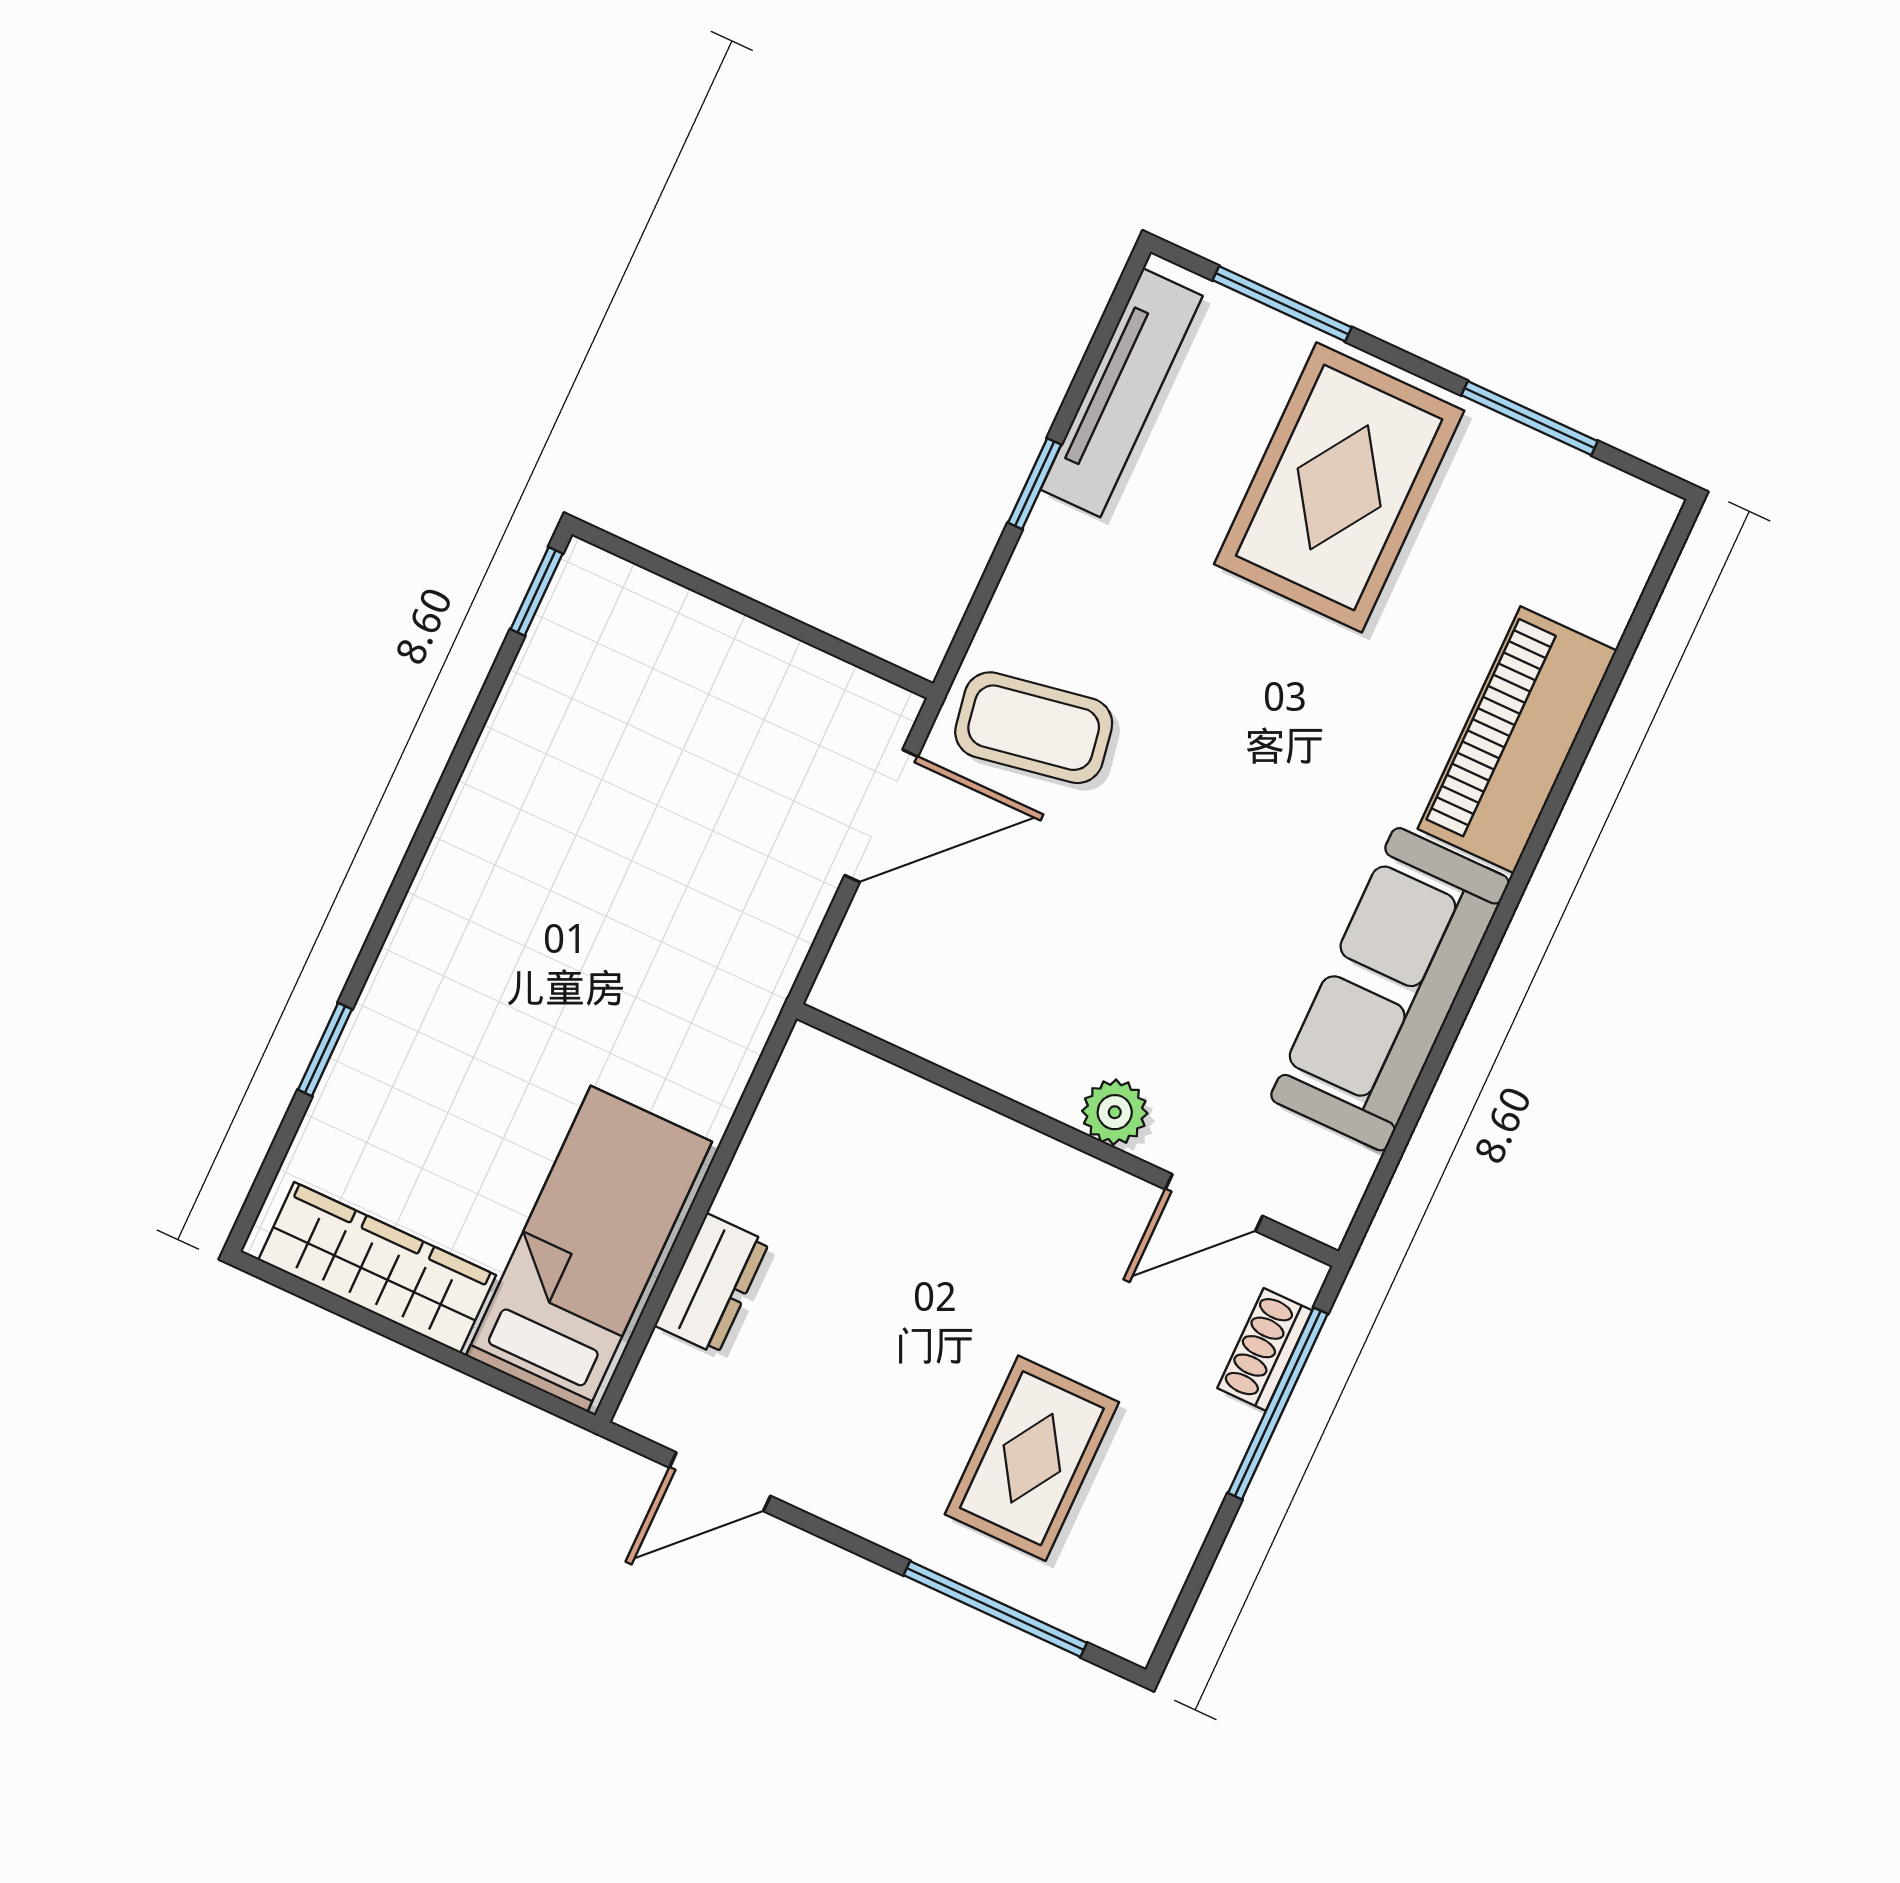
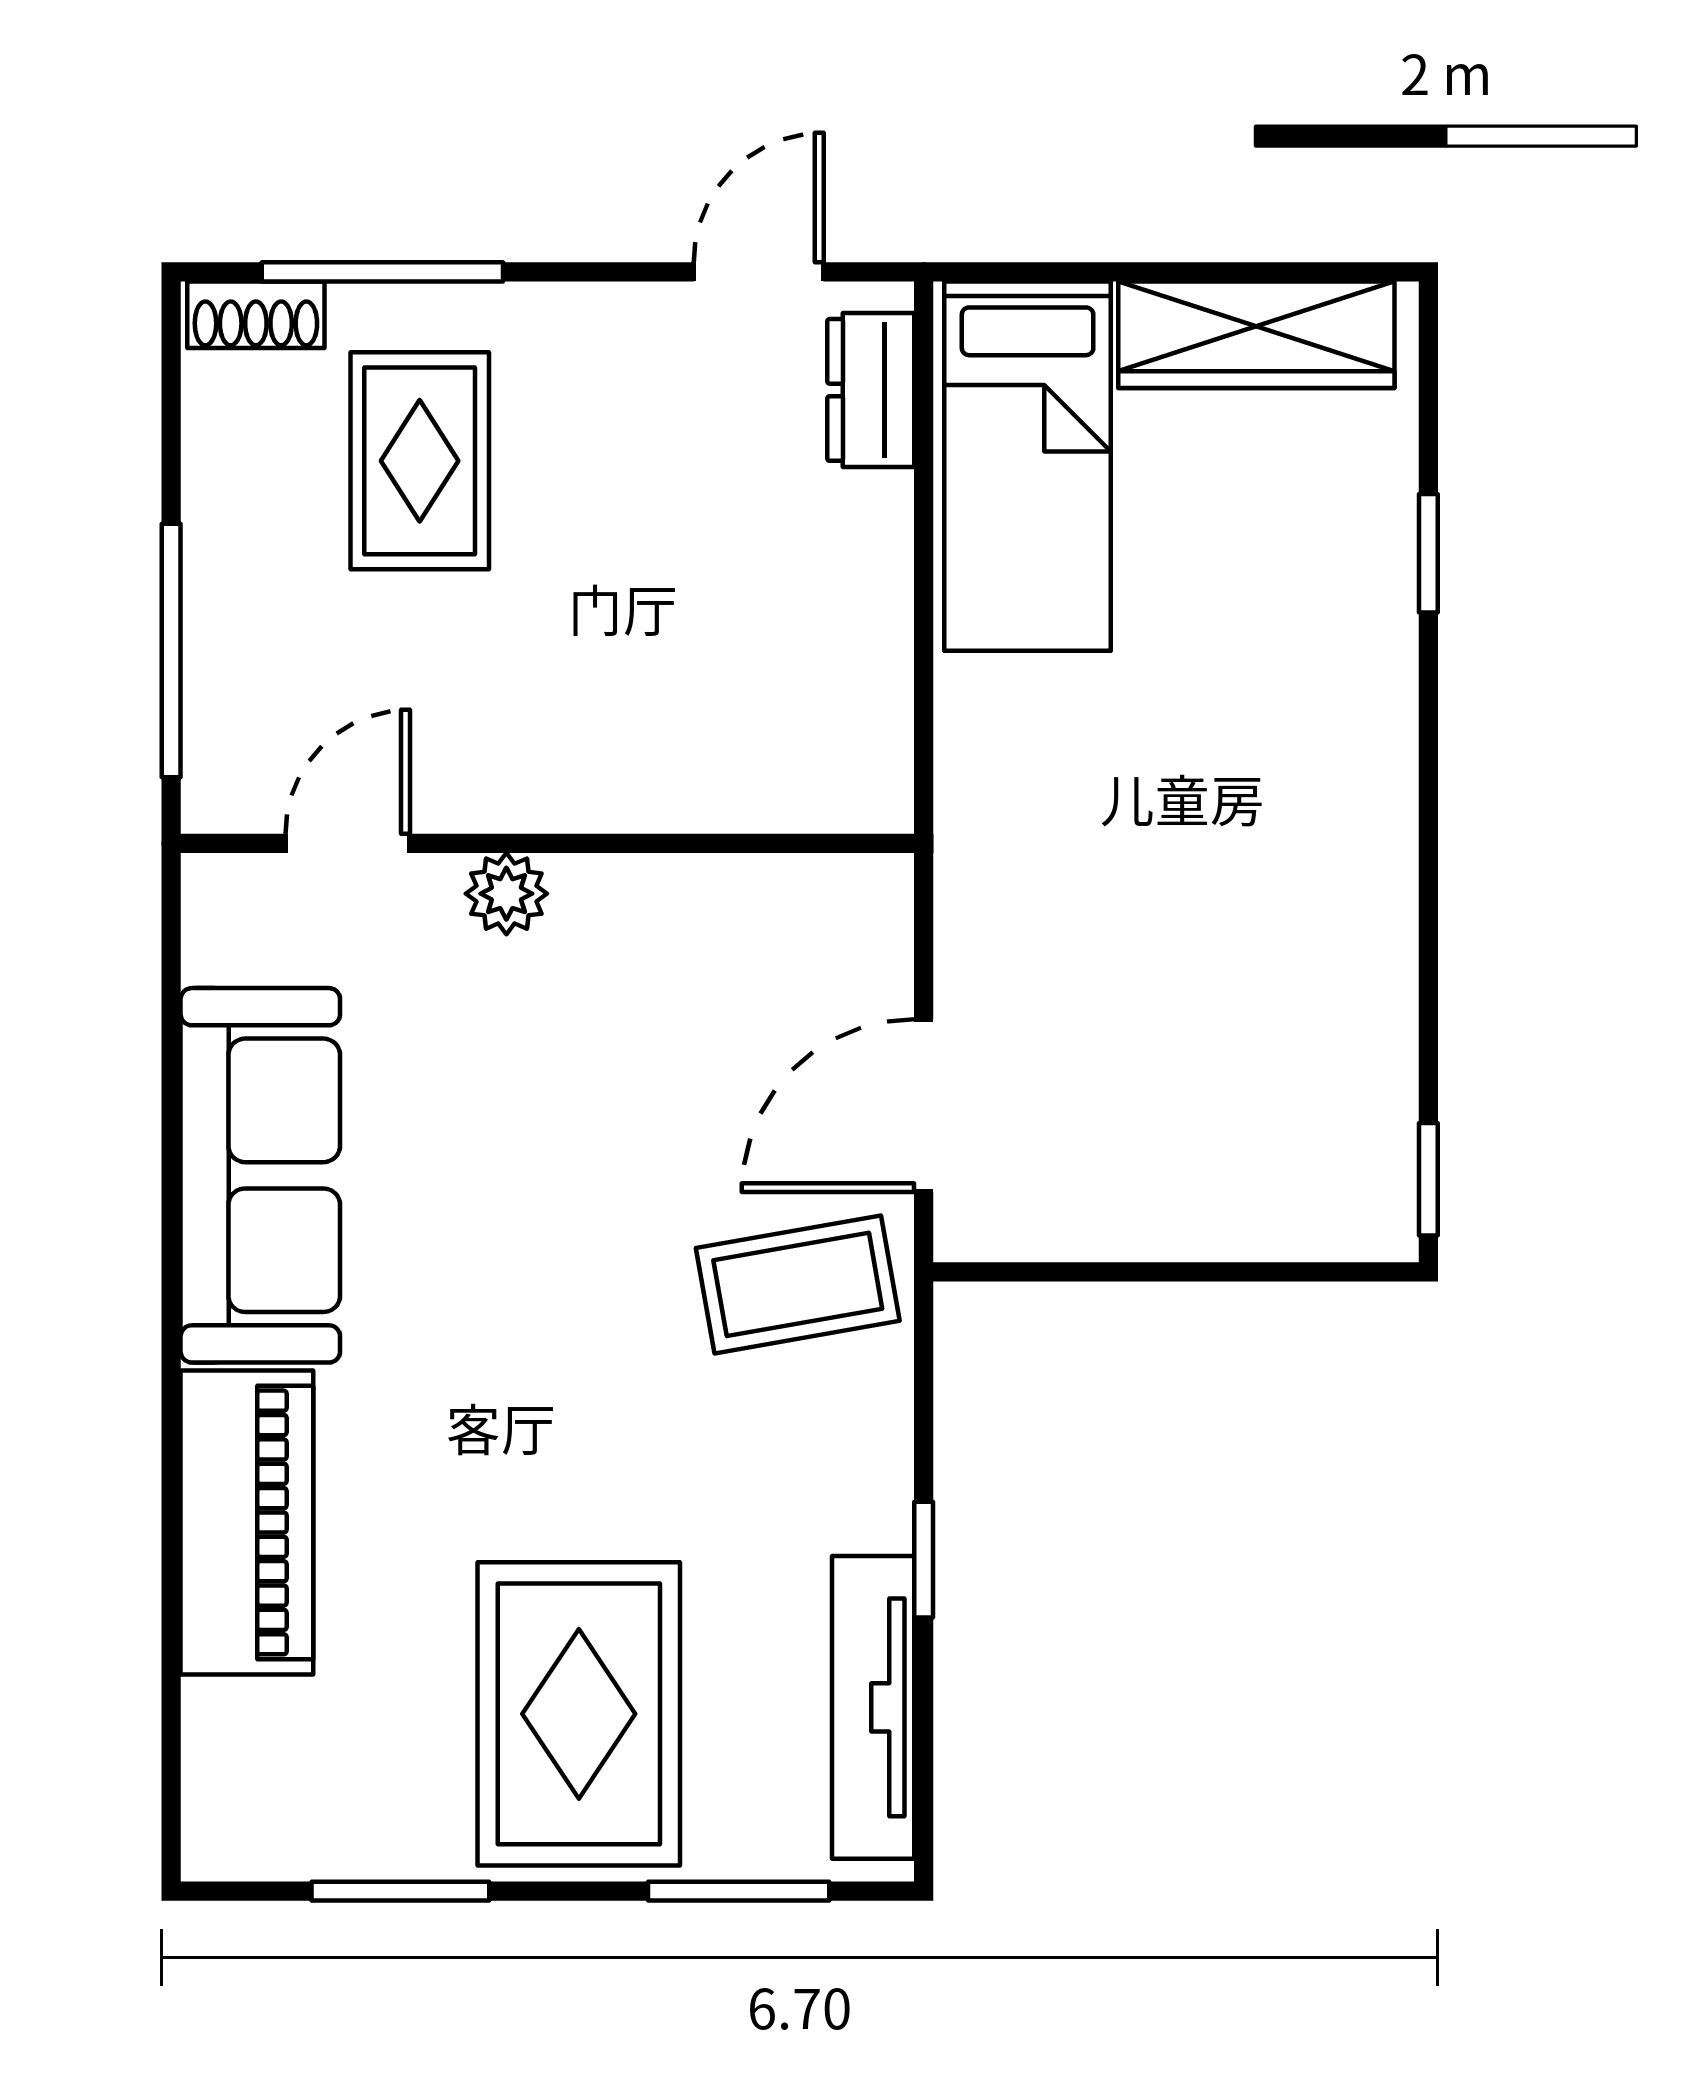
dresser: (712, 1284) -> (871, 390), moved
shoe rack: (1265, 1349) -> (256, 315), moved, turned 90

